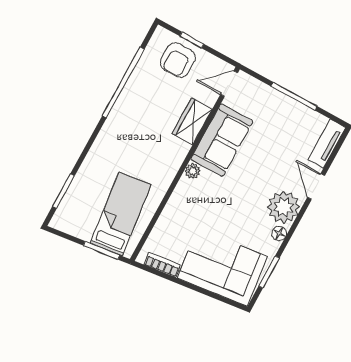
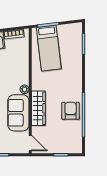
armchair: (178, 60) -> (71, 111), moved
door: (229, 84) -> (30, 143), hinge flipped
wardrobe: (192, 121) -> (38, 108), width x1.50

